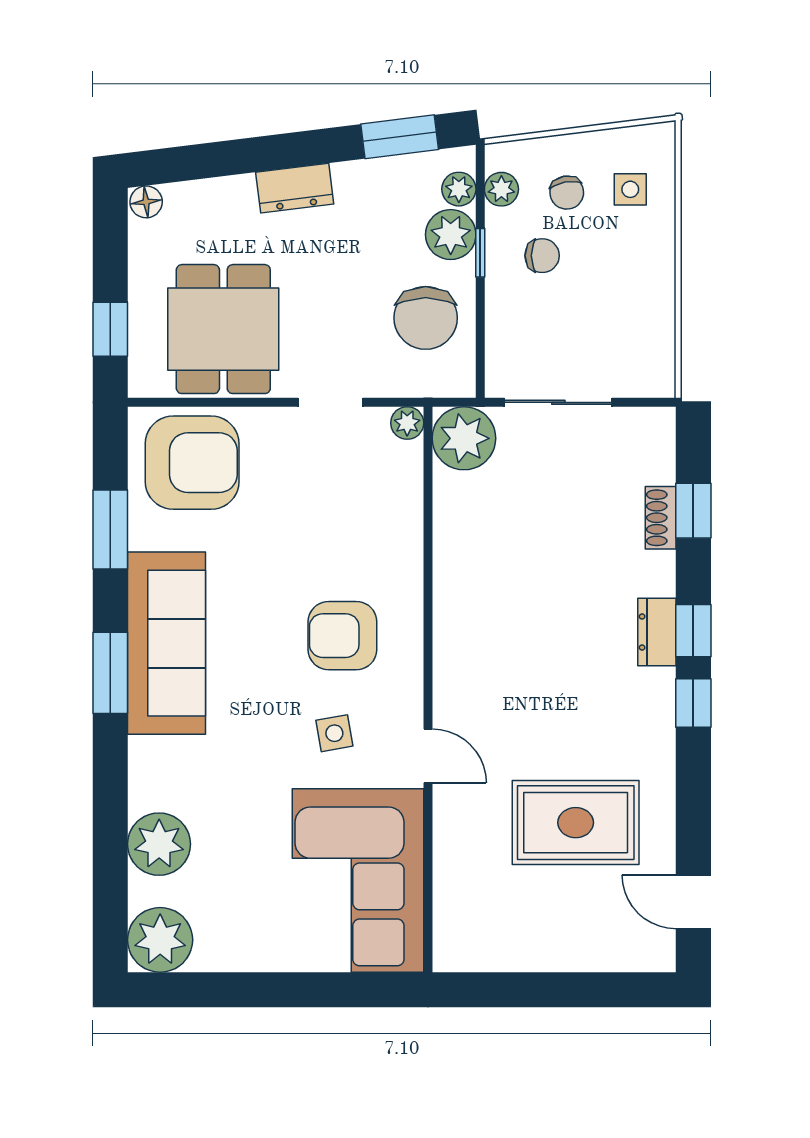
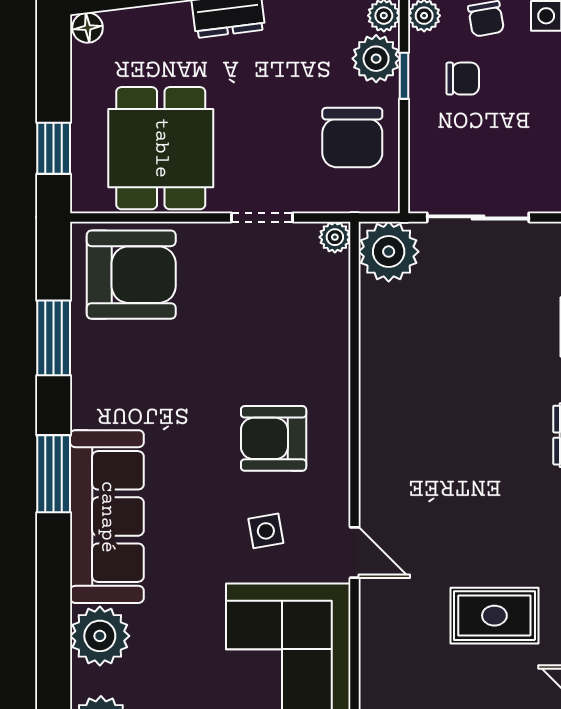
sofa: (167, 643) -> (107, 517), moved
rug: (576, 823) -> (494, 616), width x0.73, depth x0.70

